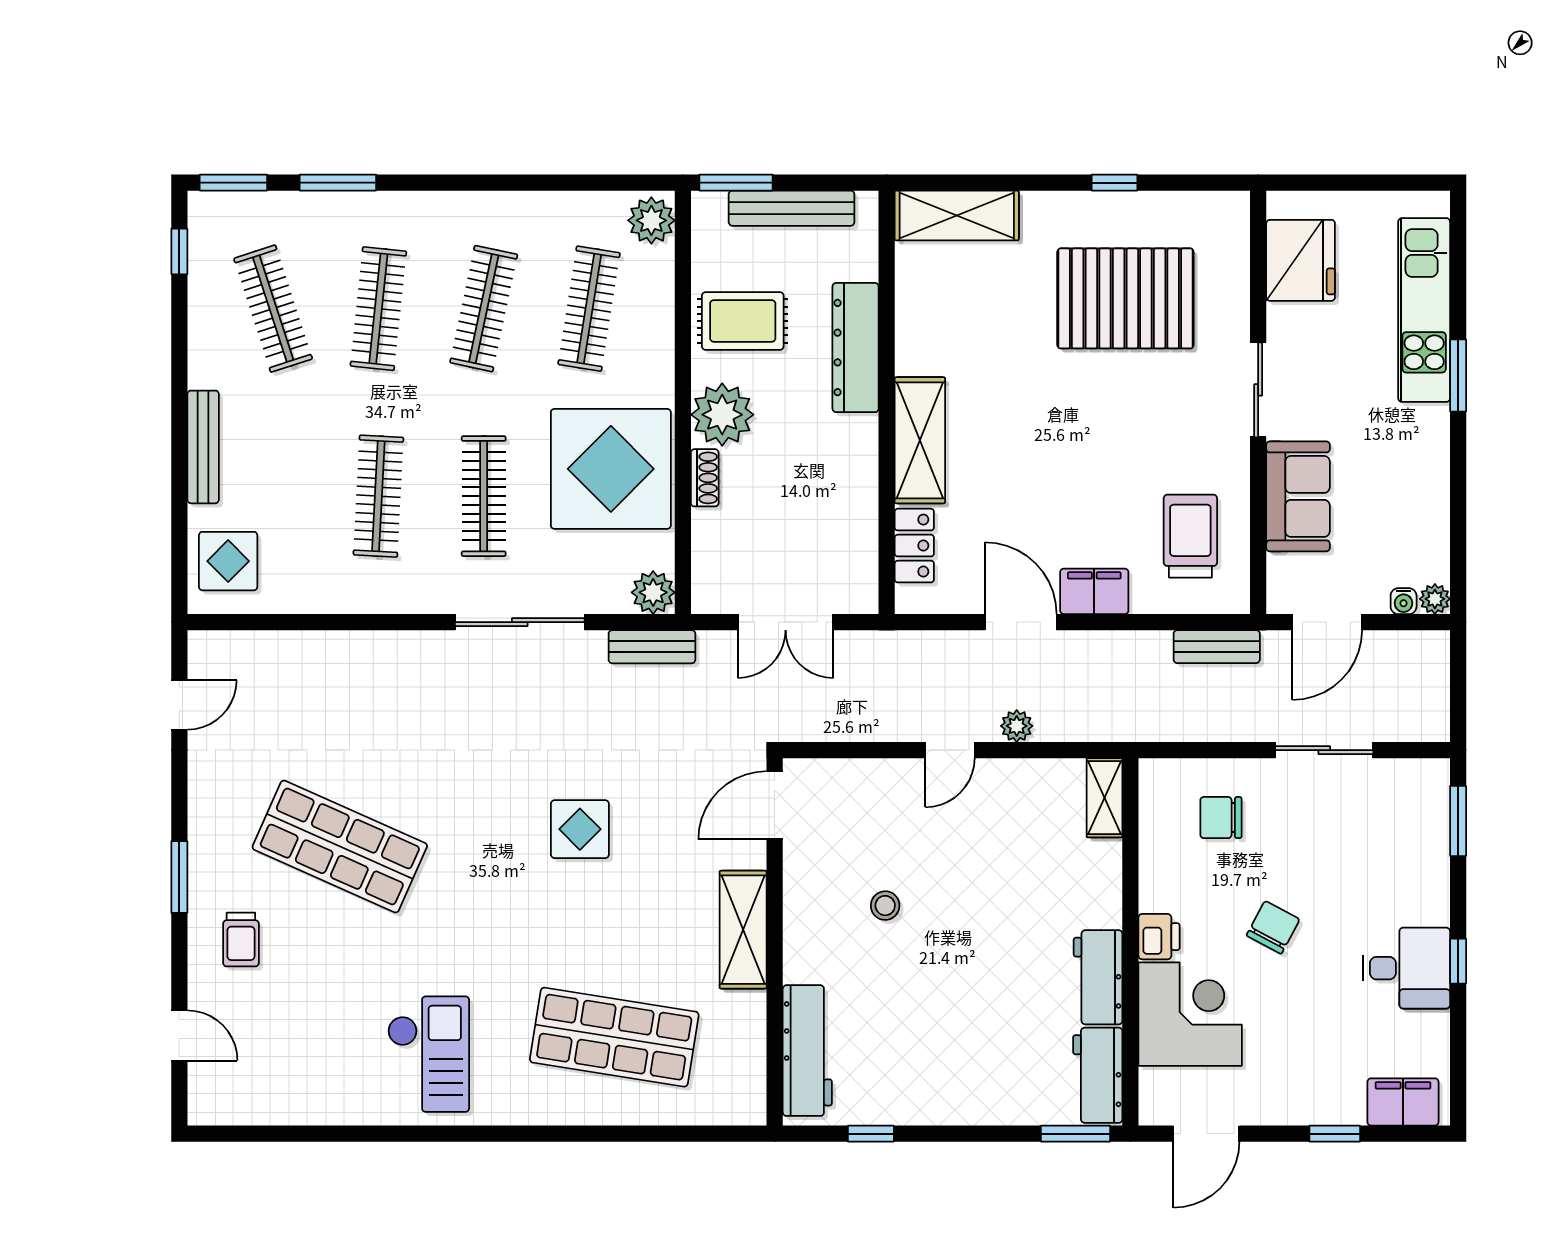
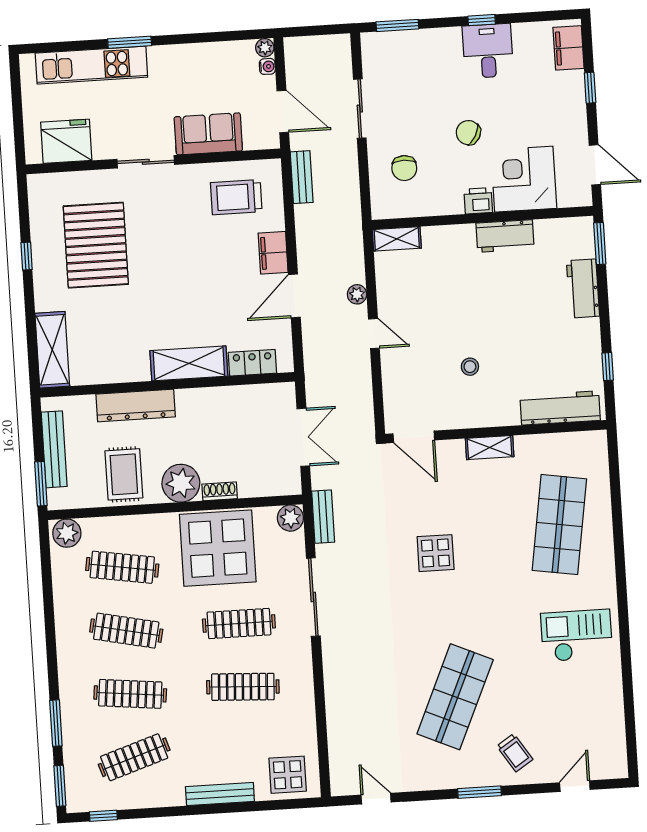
shelving: (743, 930) -> (490, 448), width x0.67, depth x0.75
trolley: (241, 940) -> (515, 753), turned 57
workbench: (1098, 1075) -> (583, 288), moved, turned 90

